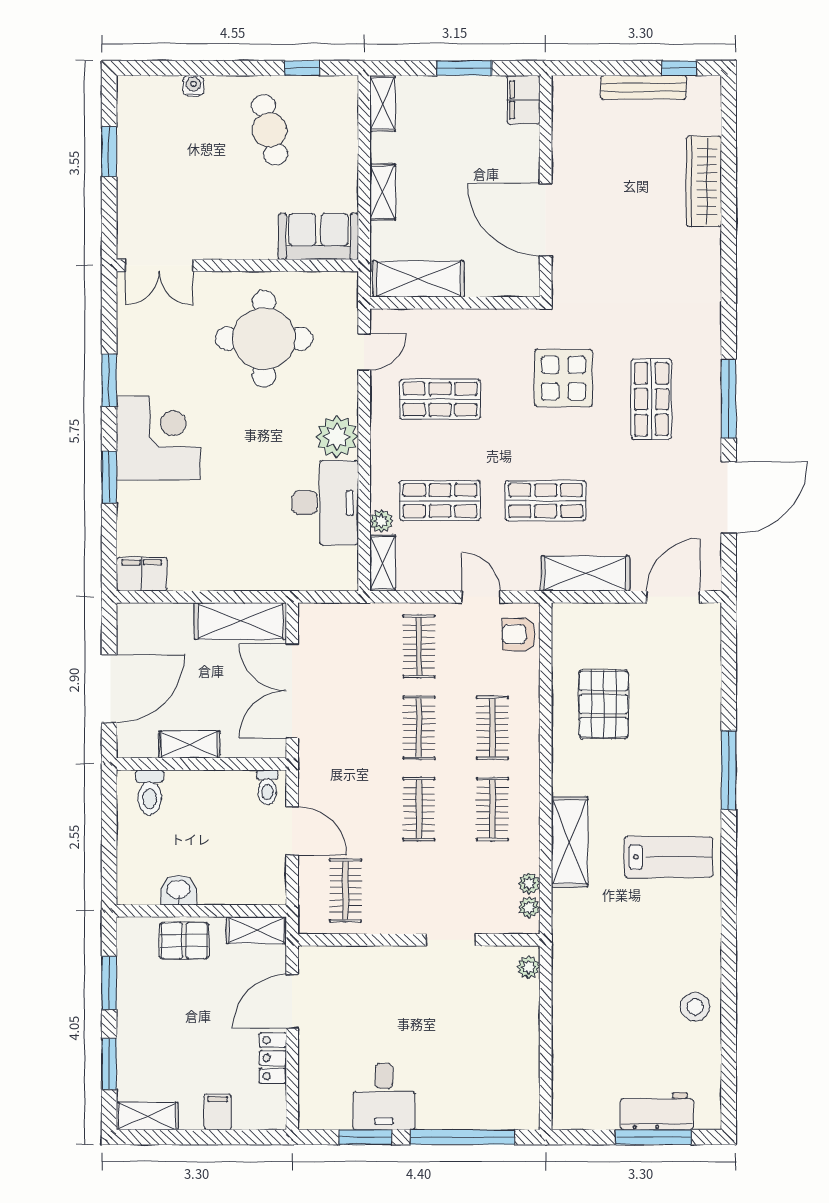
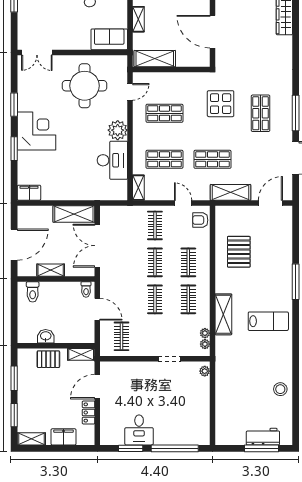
plant: (381, 521) -> (138, 169), removed
filing cabinet: (218, 1112) -> (63, 437), width x2.00

